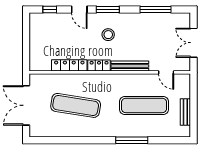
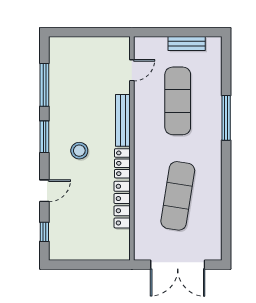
window: (108, 10) -> (44, 137), moved
double door: (194, 43) -> (91, 32), removed

